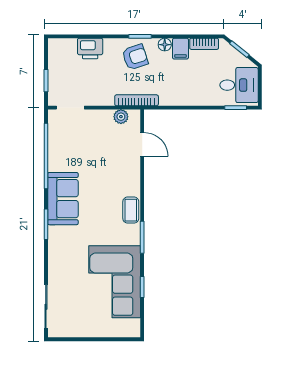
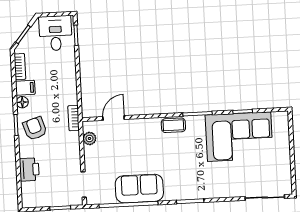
bookcase: (137, 100) -> (74, 118), width x0.64
sofa: (63, 199) -> (139, 189), moved

